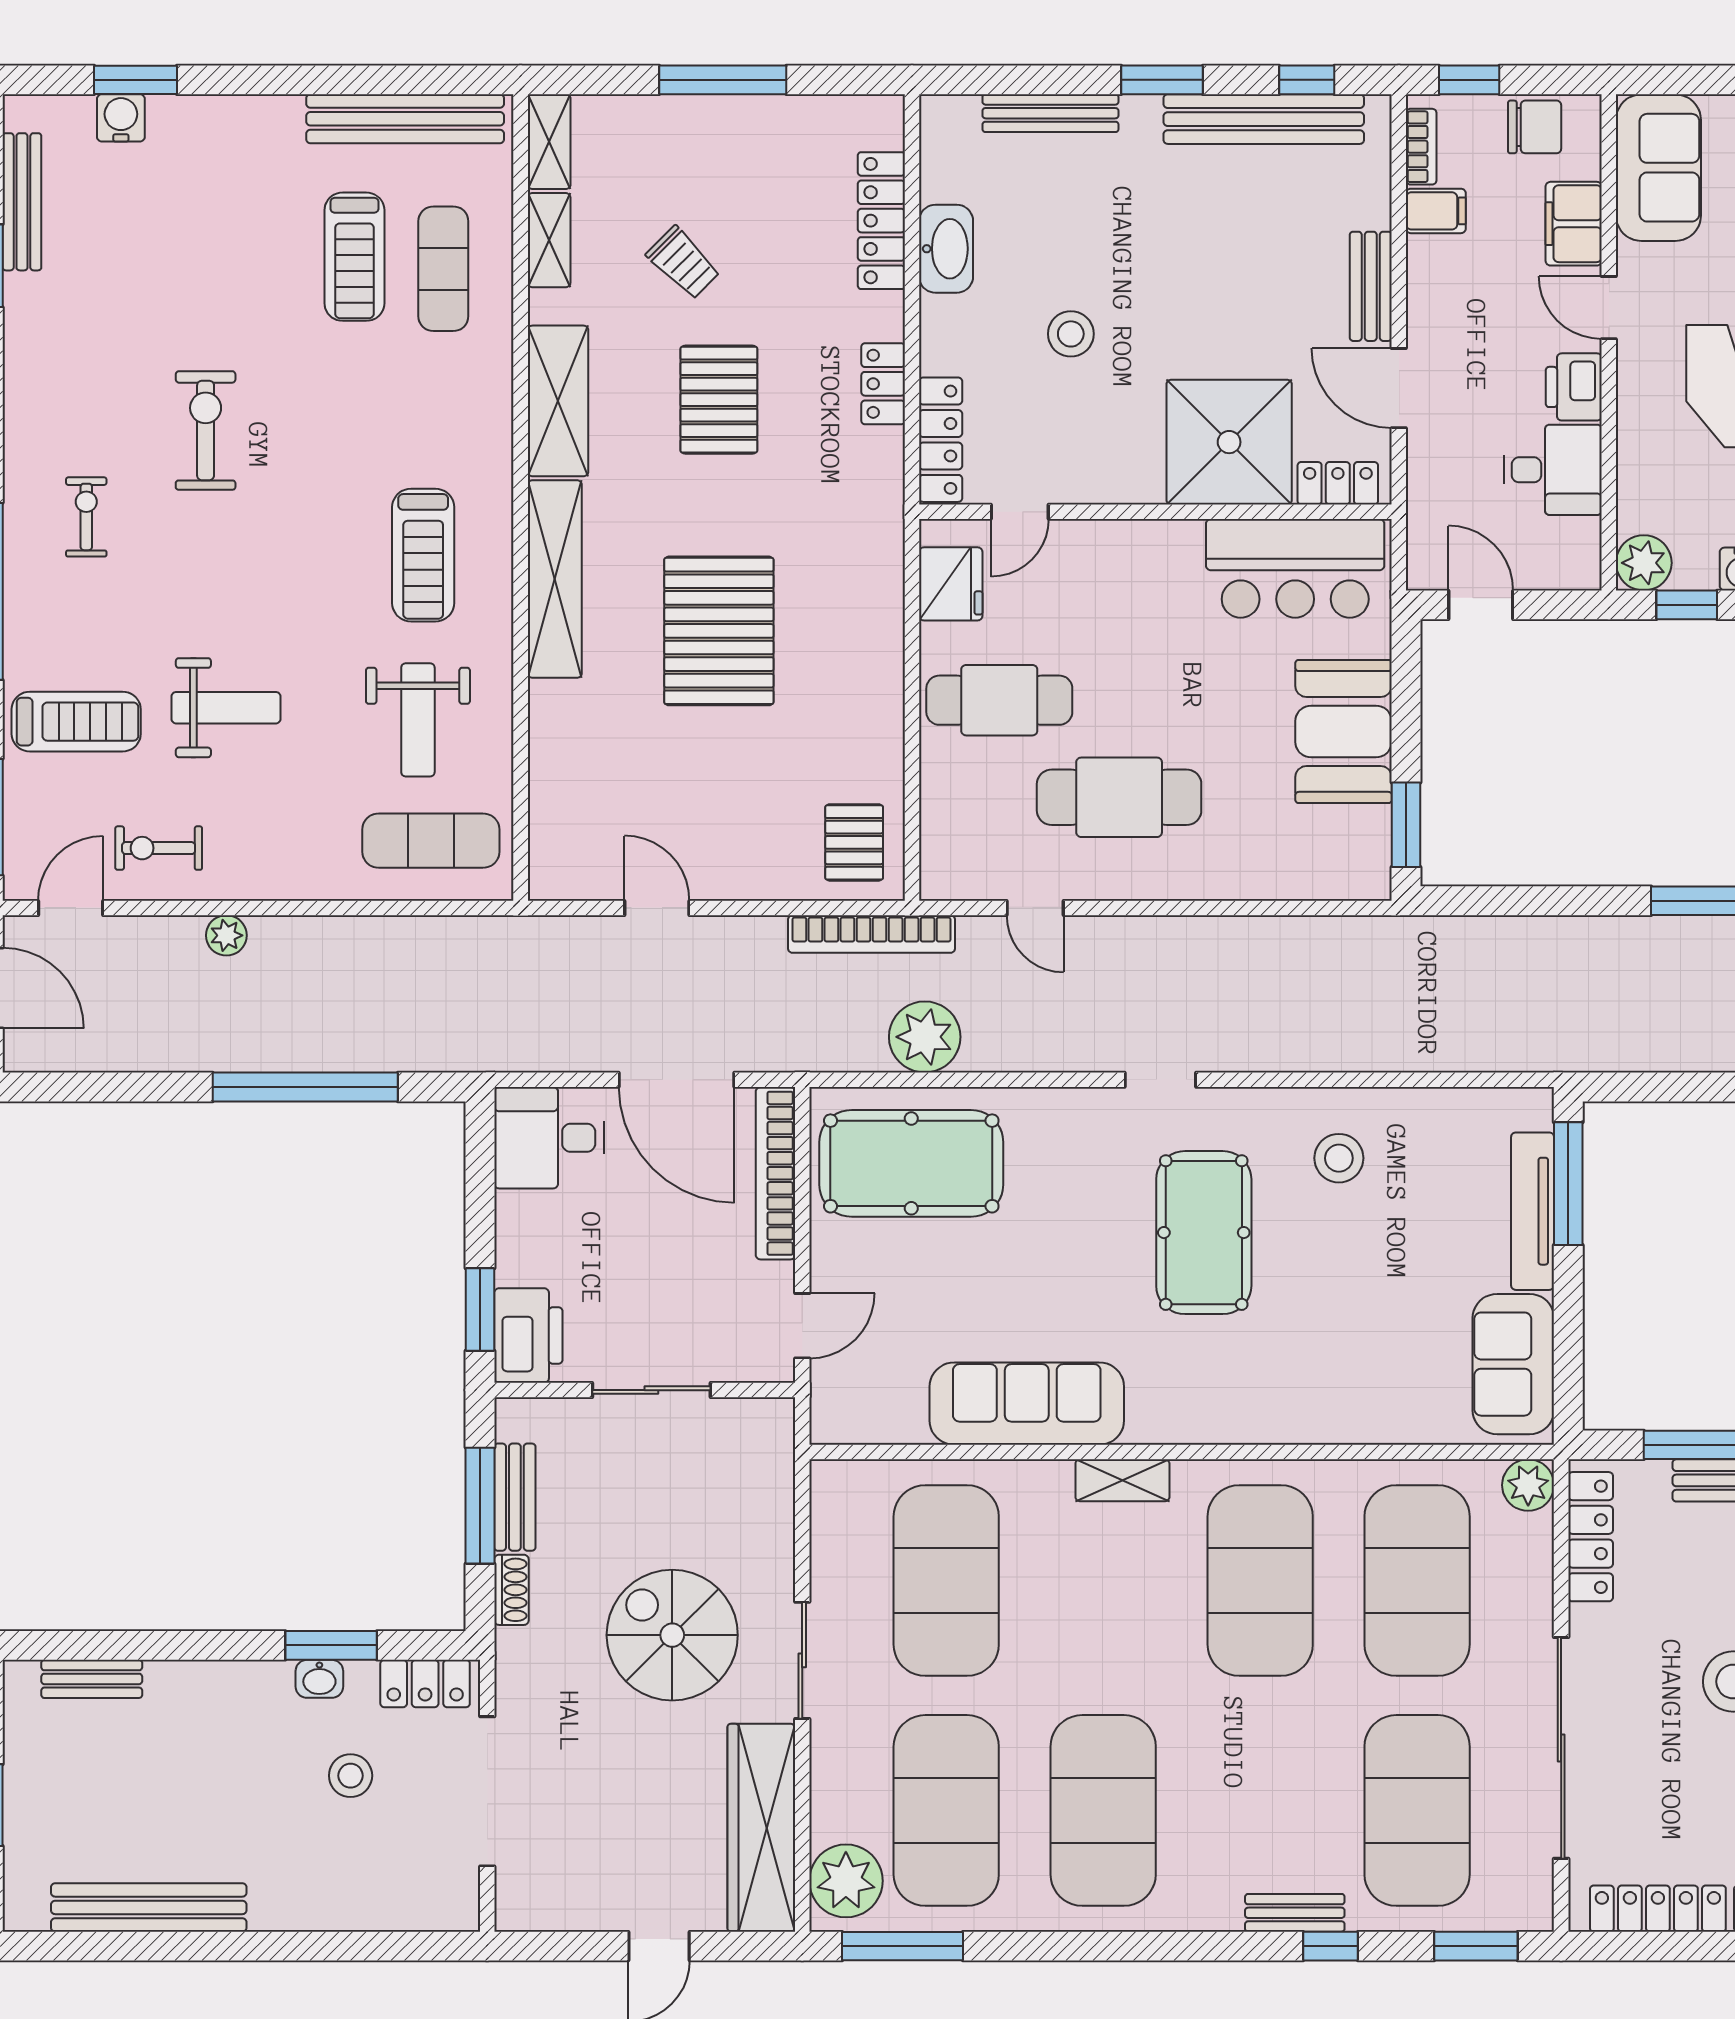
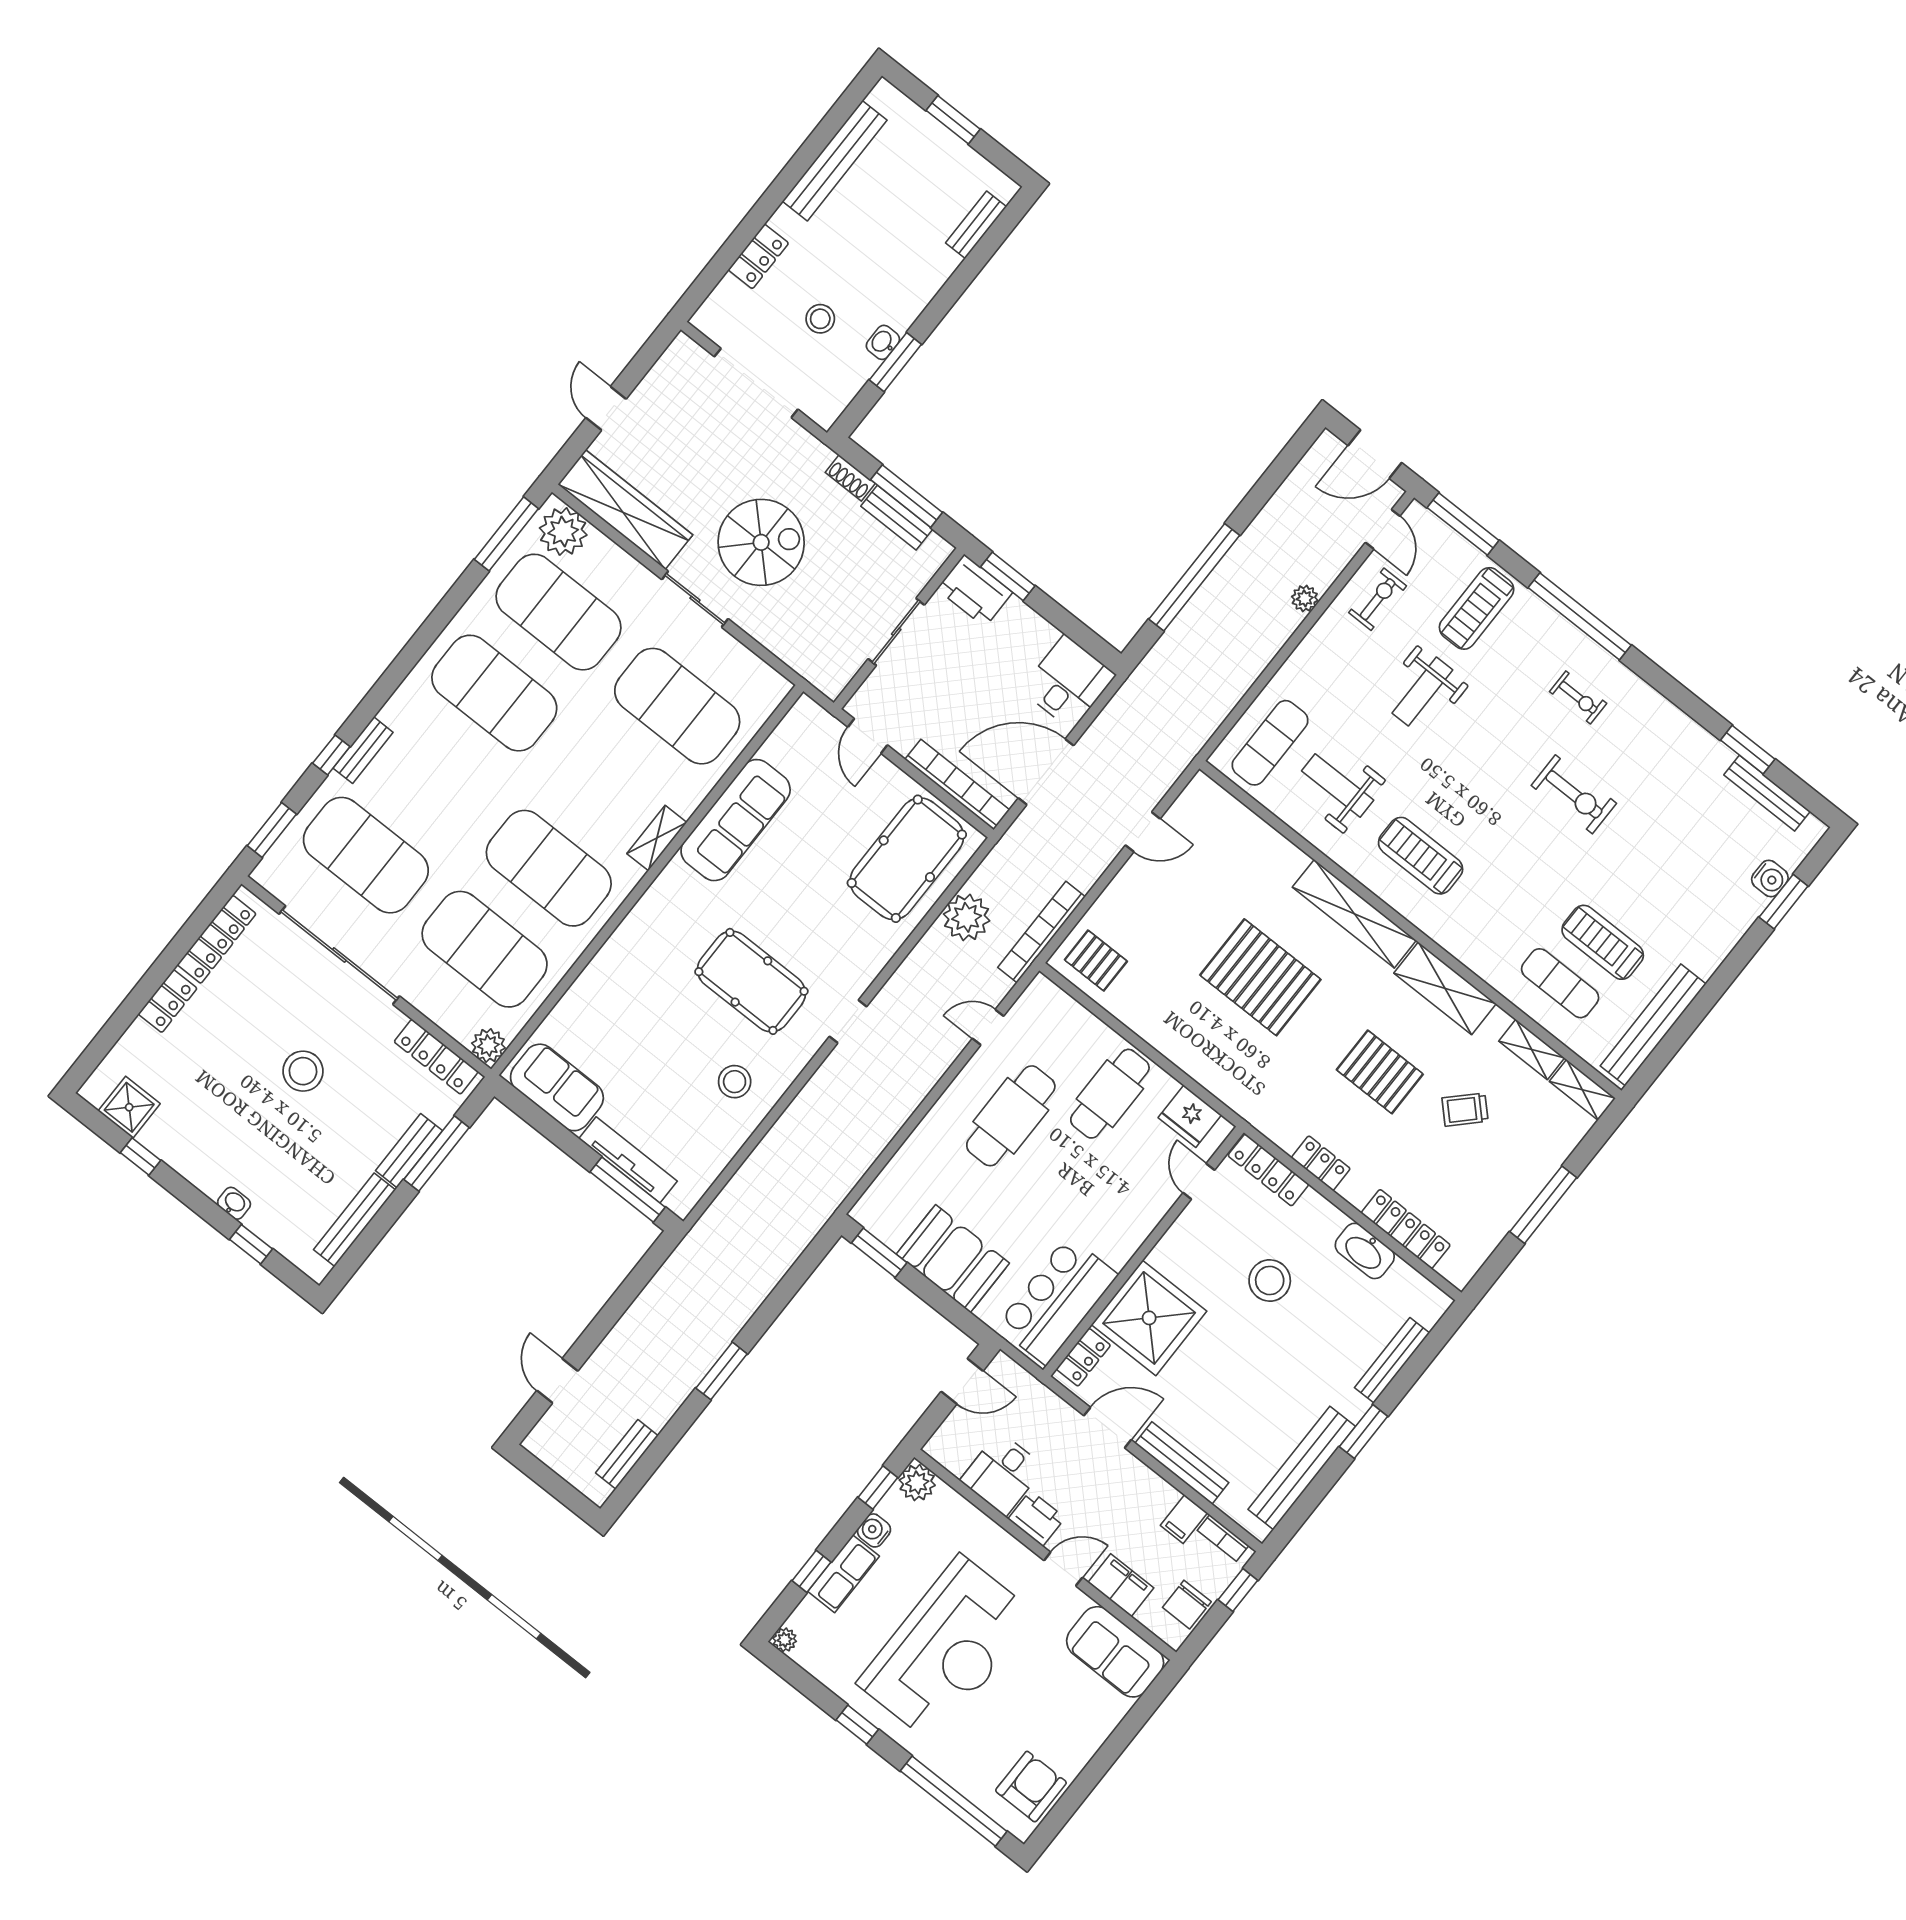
window: (1307, 80) -> (1304, 1506), removed
bench: (1371, 286) -> (1182, 1463), width x1.36
stool: (1071, 334) -> (1270, 1281), width x1.38, depth x1.38
locker: (425, 1684) -> (758, 256), moved, turned 180

